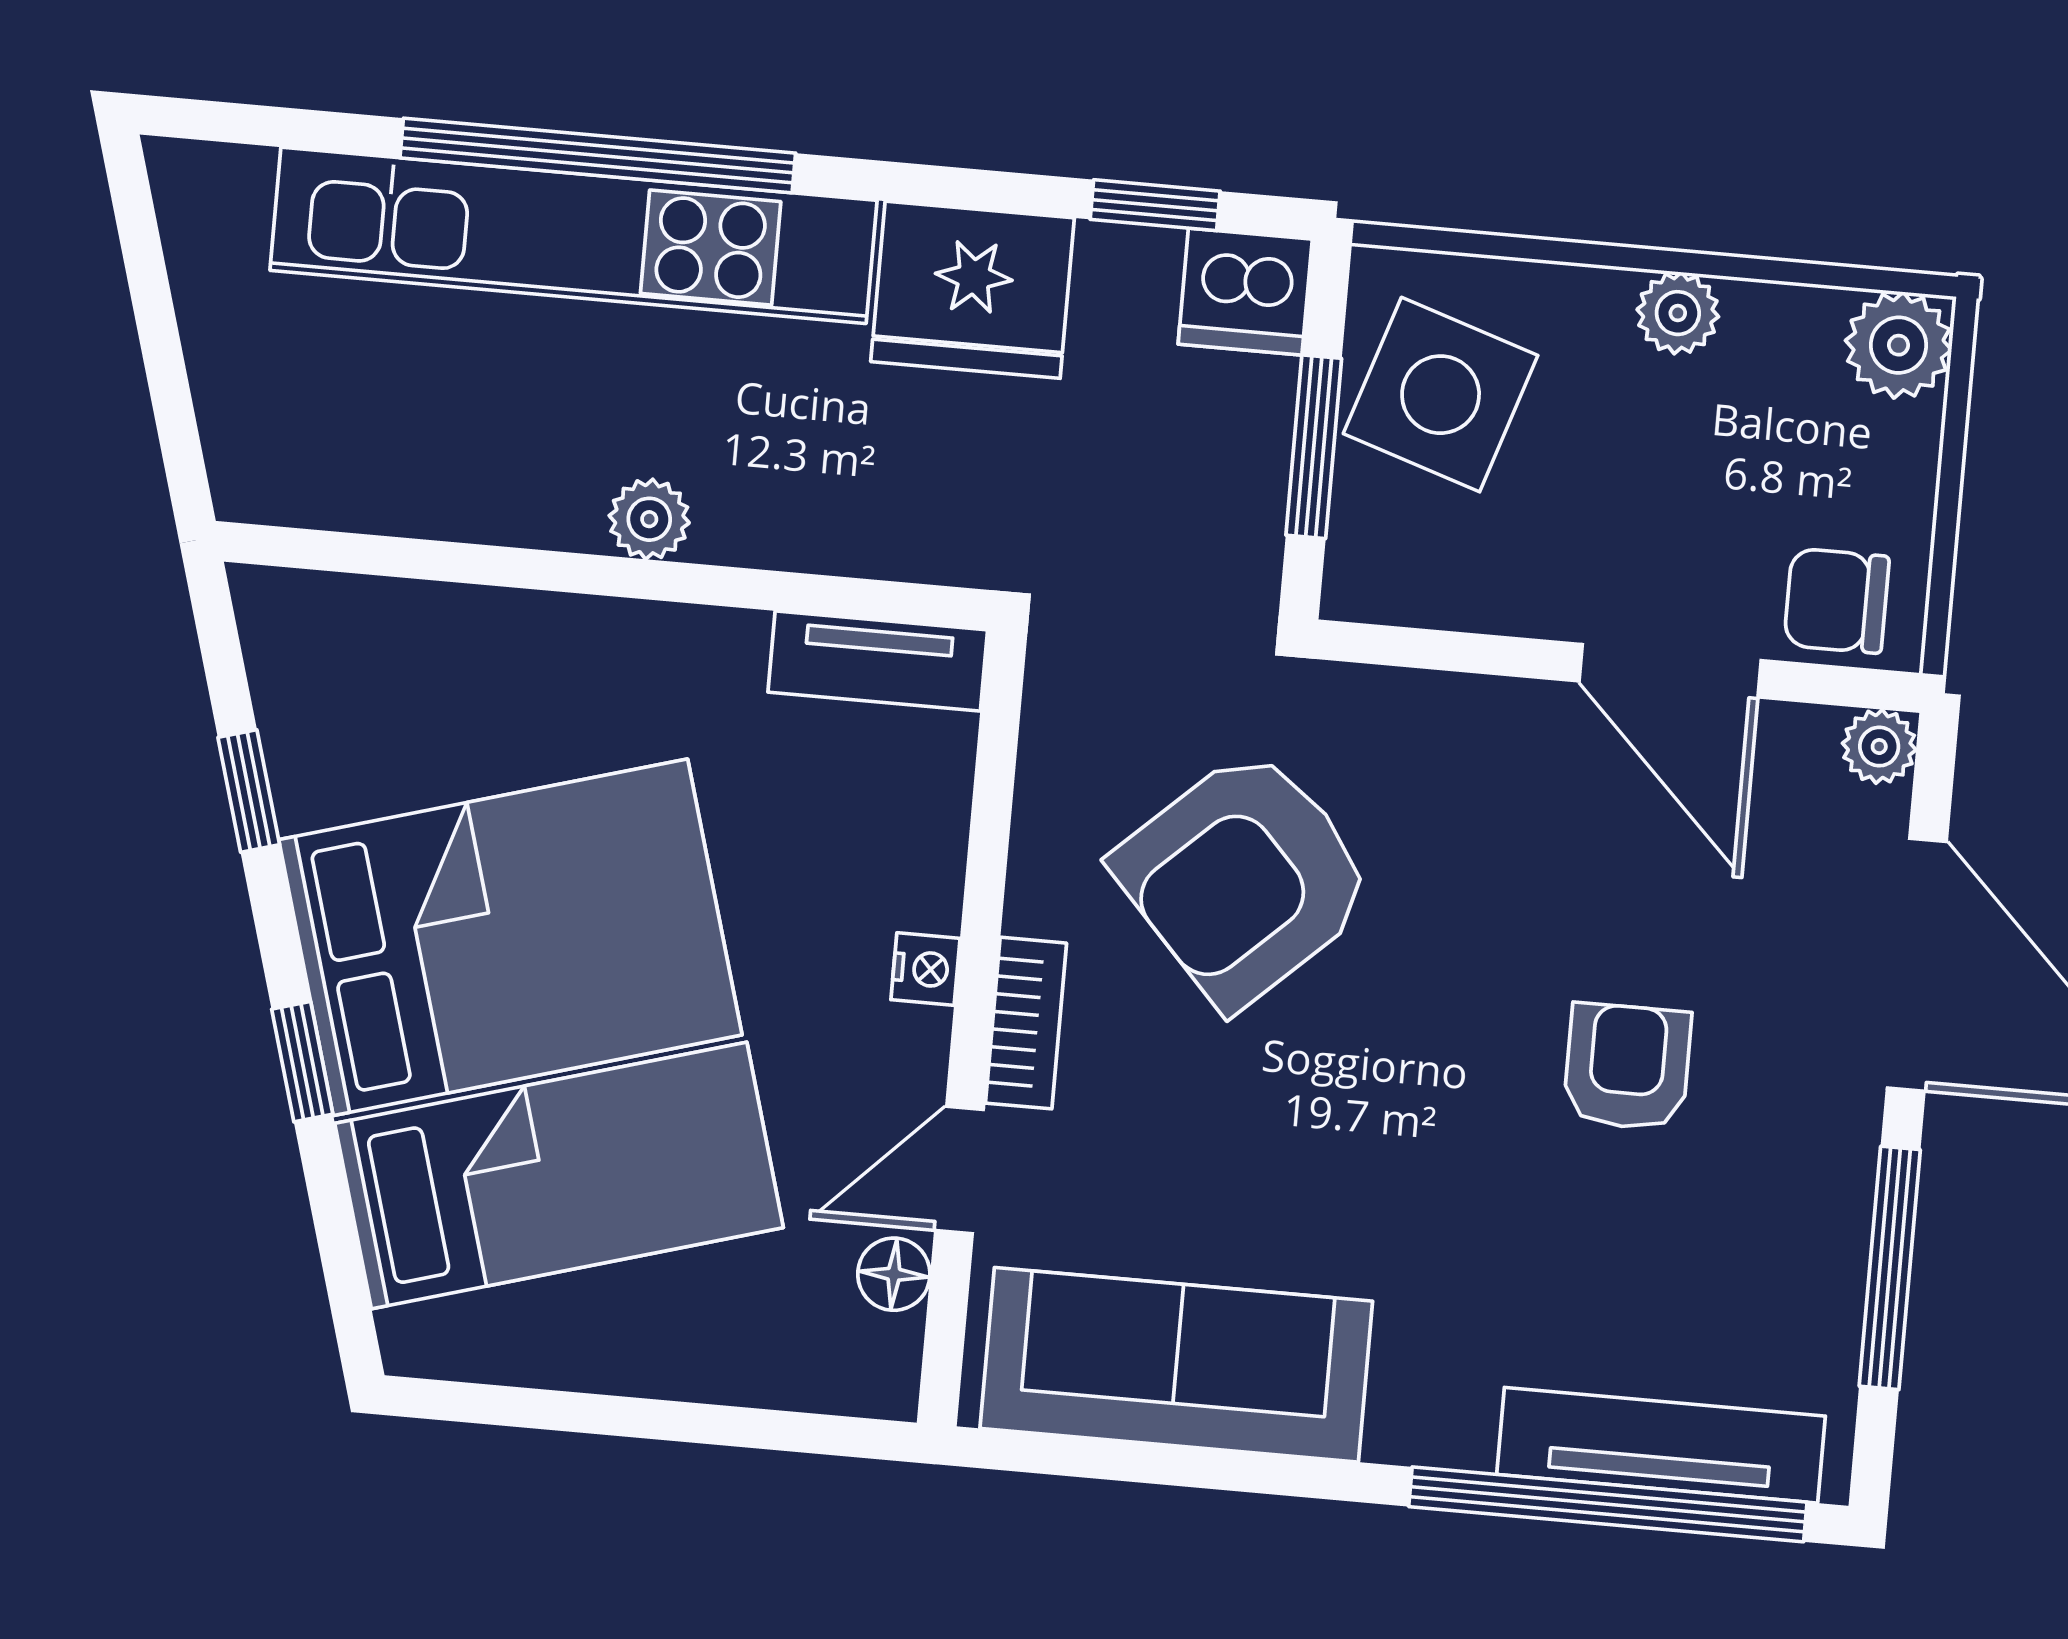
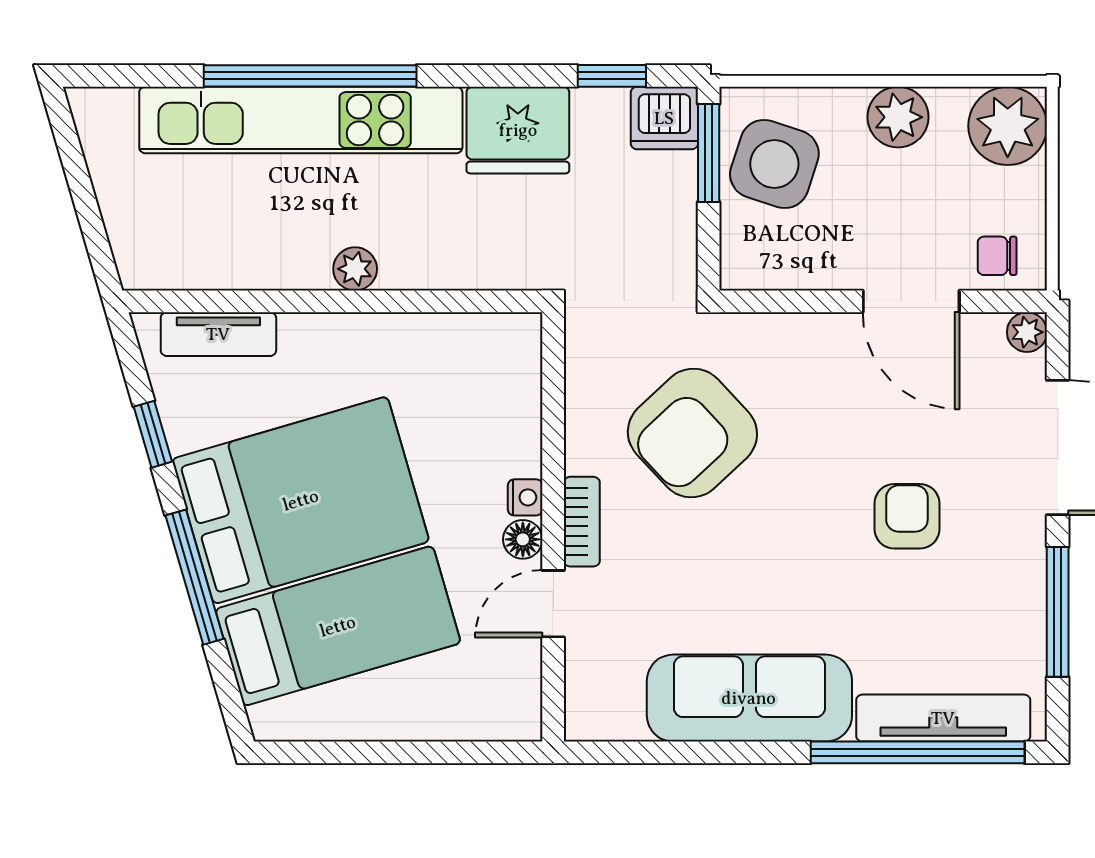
plant: (1678, 313) -> (898, 117), width x1.38, depth x1.38
plant: (1899, 345) -> (1008, 126), width x1.36, depth x1.36
window: (1314, 447) -> (709, 153), moved
chair: (1837, 601) -> (997, 256), width x0.73, depth x0.73
tv unit: (878, 661) -> (218, 334), moved
window: (302, 1062) -> (195, 577), width x2.17
floor lamp: (894, 1274) -> (523, 539), moved
sofa: (1176, 1365) -> (749, 698), moved

